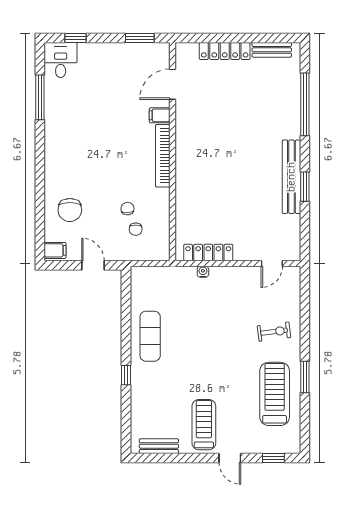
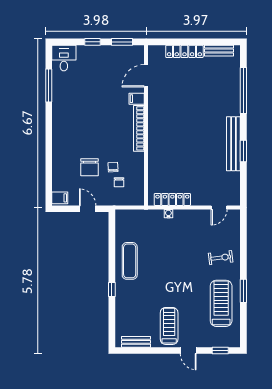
window: (75, 38) -> (92, 42), moved
chair: (70, 210) -> (90, 167), moved

